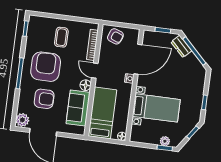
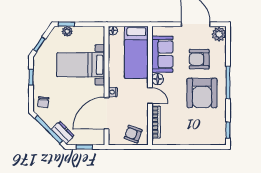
coffee table: (61, 37) -> (189, 126), removed
chair: (196, 77) -> (43, 102), added

